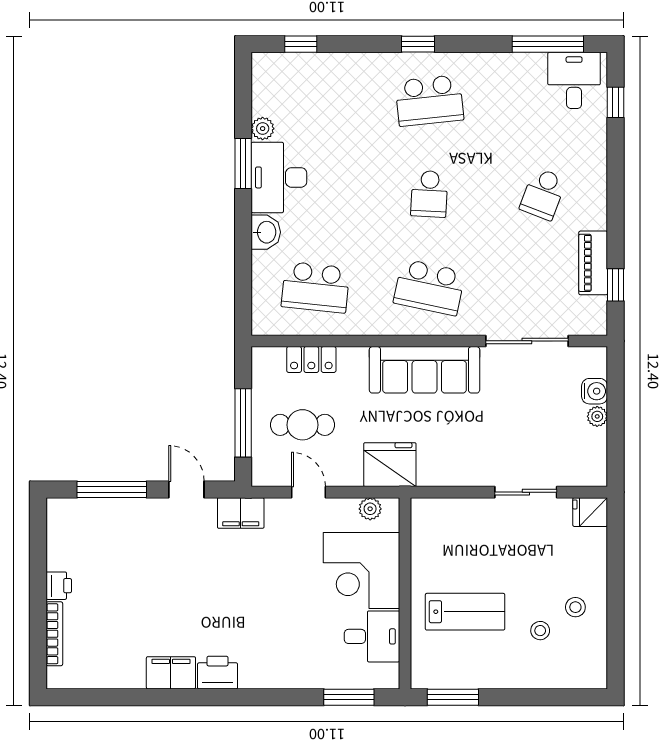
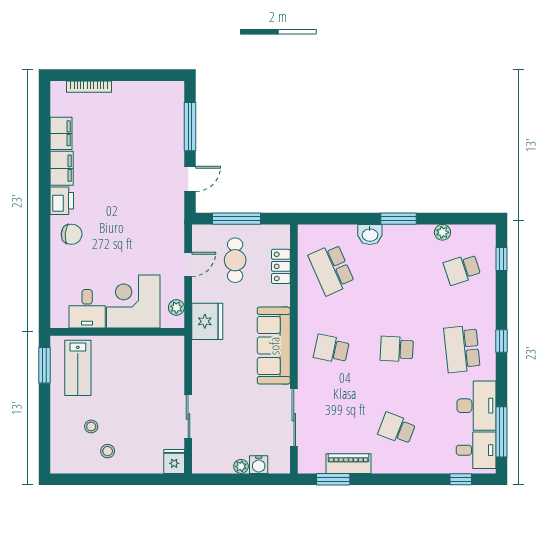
school desk: (316, 101) -> (462, 269), added
window: (243, 163) -> (398, 219), moved
desk: (279, 177) -> (476, 406), moved, turned 90
window: (616, 285) -> (333, 479), width x1.50
school desk: (316, 287) -> (331, 269), turned -30
school desk: (429, 287) -> (331, 349), width x0.54
filing cabinet: (241, 513) -> (61, 133), moved, turned 180
printer: (59, 586) -> (123, 90), removed
lab bench: (465, 612) -> (78, 368), moved
chair: (265, 659) -> (72, 234), added
window: (349, 697) -> (45, 293), removed

